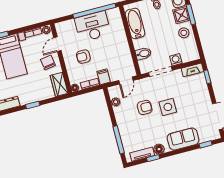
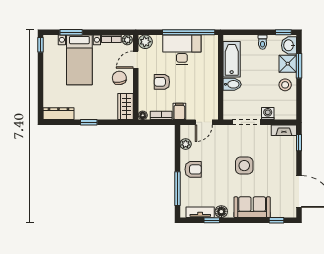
plant: (61, 28) -> (145, 42), added
bidet: (143, 54) -> (232, 84), moved
armchair: (145, 107) -> (193, 169), moved

